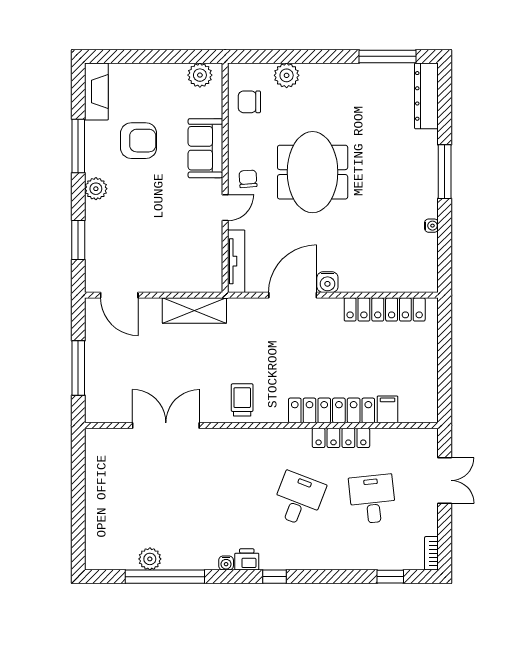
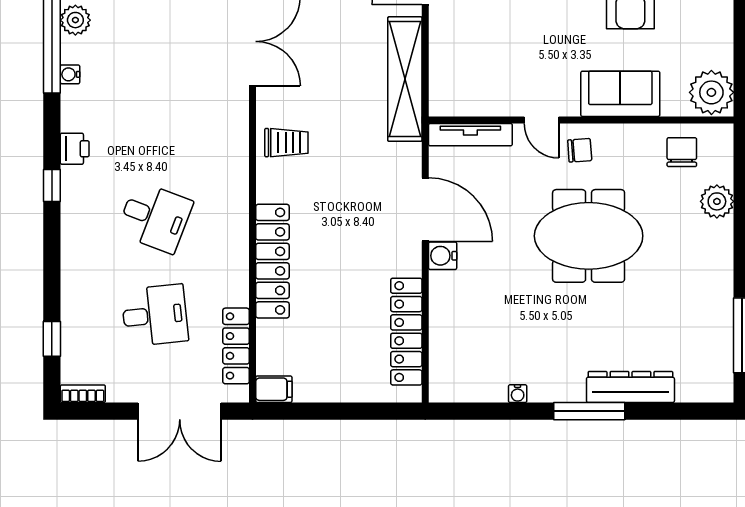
plant: (200, 75) -> (711, 92), width x1.36, depth x1.36
dresser: (426, 96) -> (630, 387), moved
shelving: (194, 311) -> (405, 79), width x1.47
filing cabinet: (388, 409) -> (274, 389), moved
locker: (341, 438) -> (236, 346), moved
double door: (445, 480) -> (180, 411), width x1.37
water cooler: (226, 563) -> (70, 74), moved

